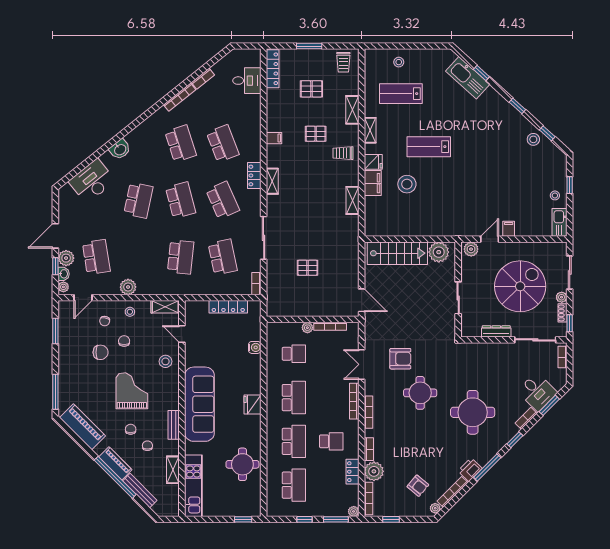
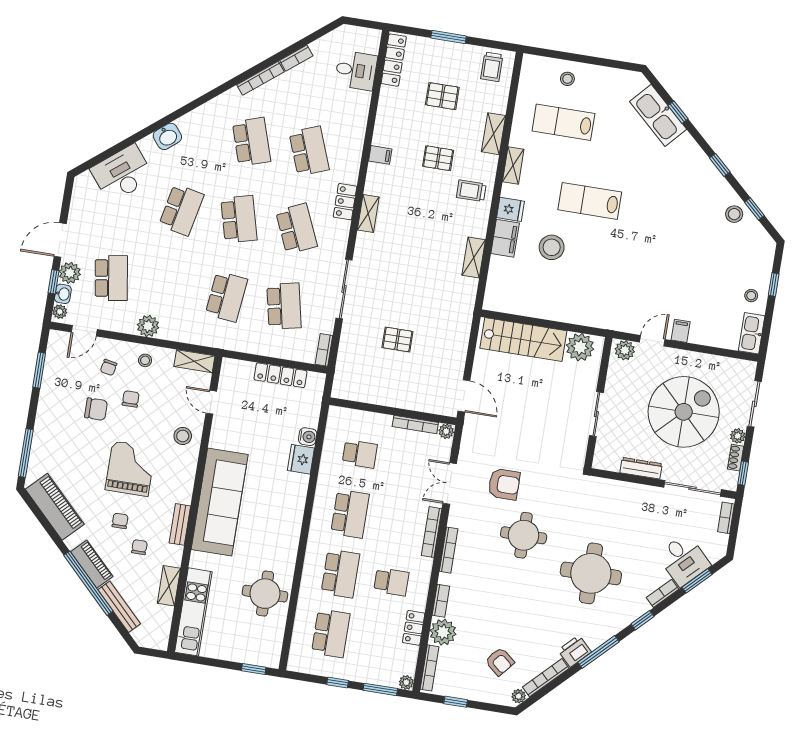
plant: (307, 328) -> (446, 431), moved
fridge: (253, 405) -> (301, 459), moved

